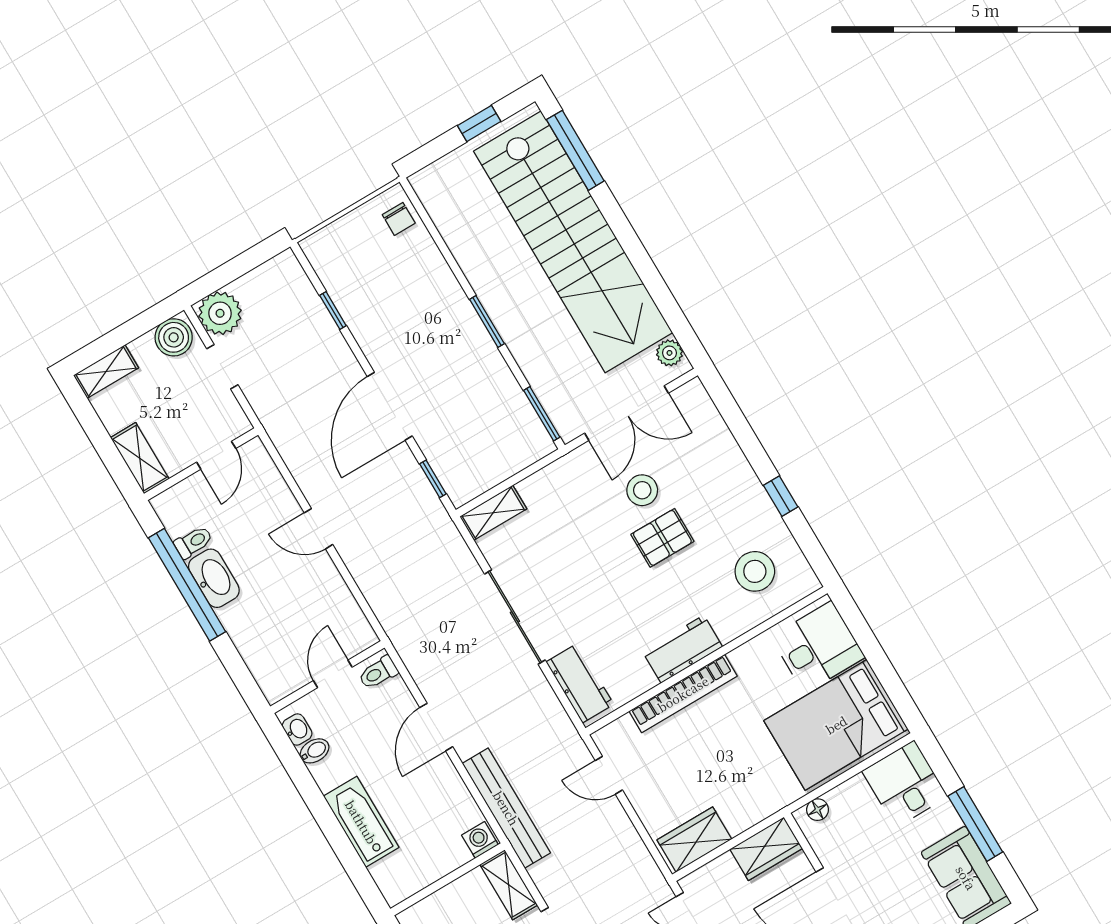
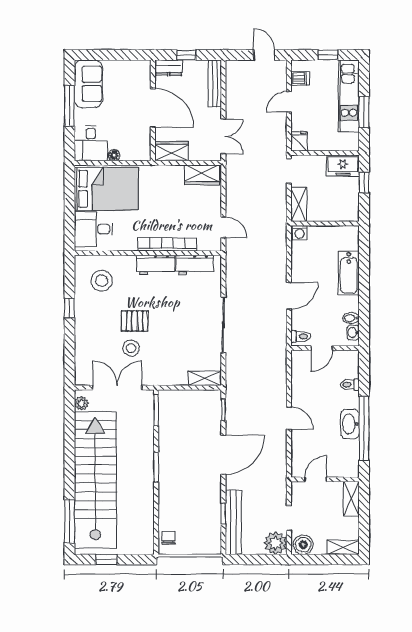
toilet: (193, 542) -> (350, 385), moved
workbench: (580, 683) -> (195, 265), moved, turned -90
bench: (506, 808) -> (233, 522), moved
floor lamp: (818, 810) -> (114, 155), moved

